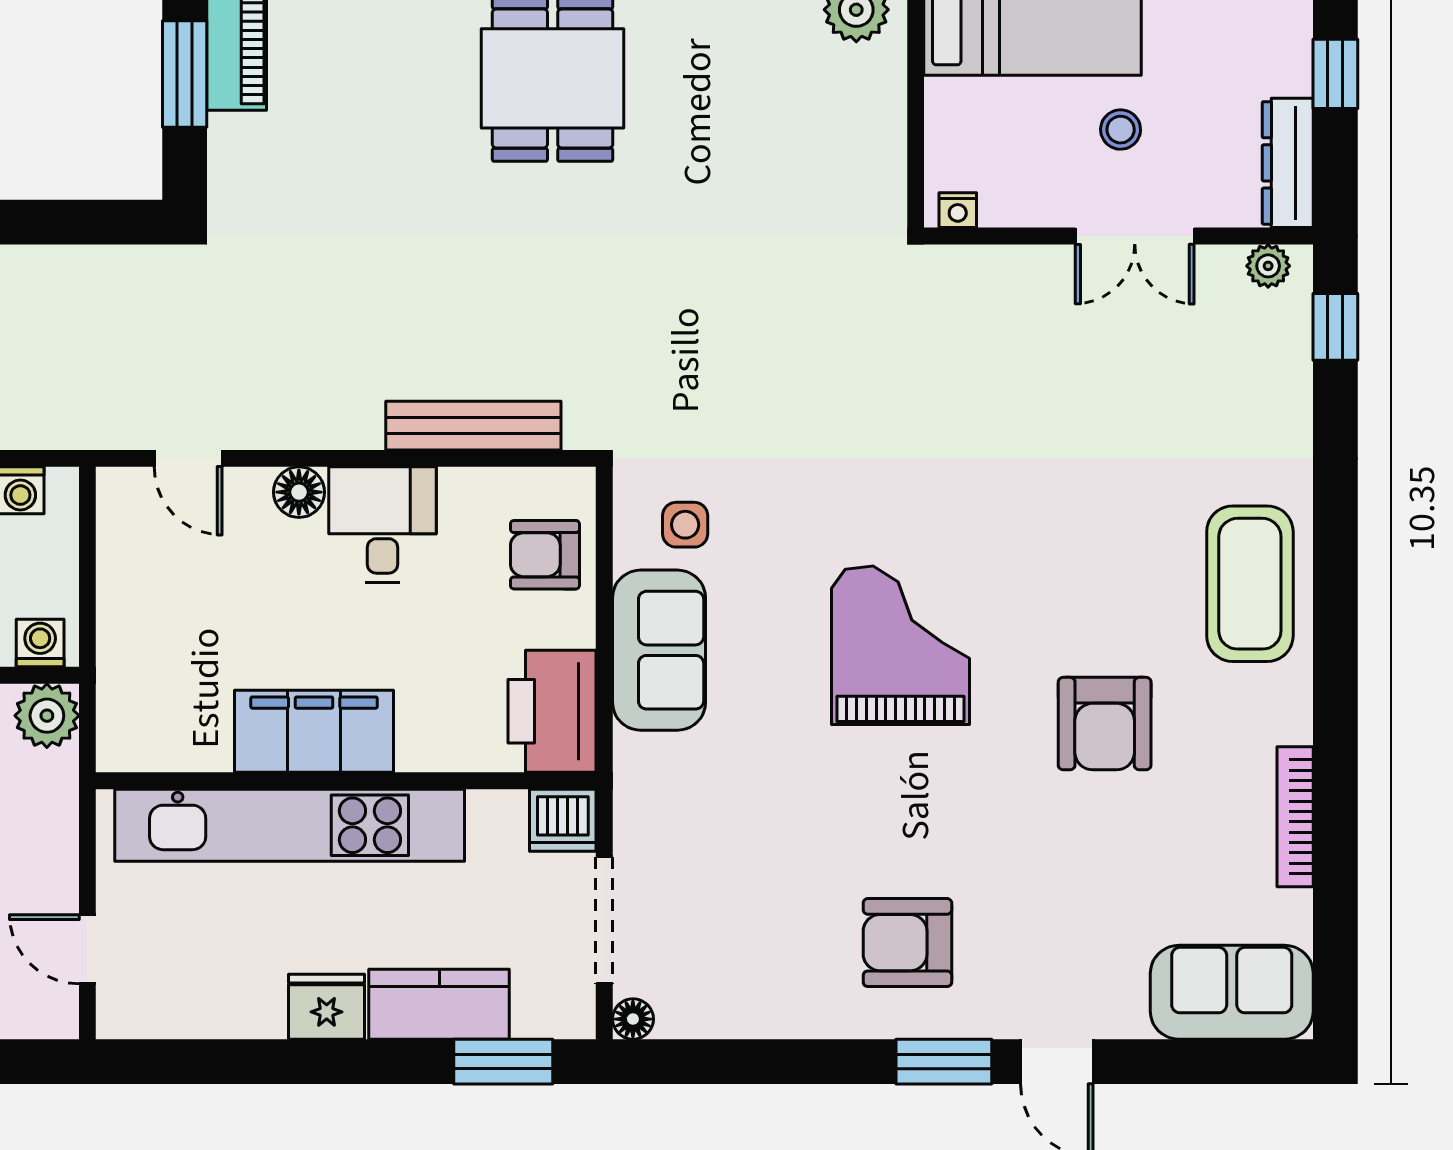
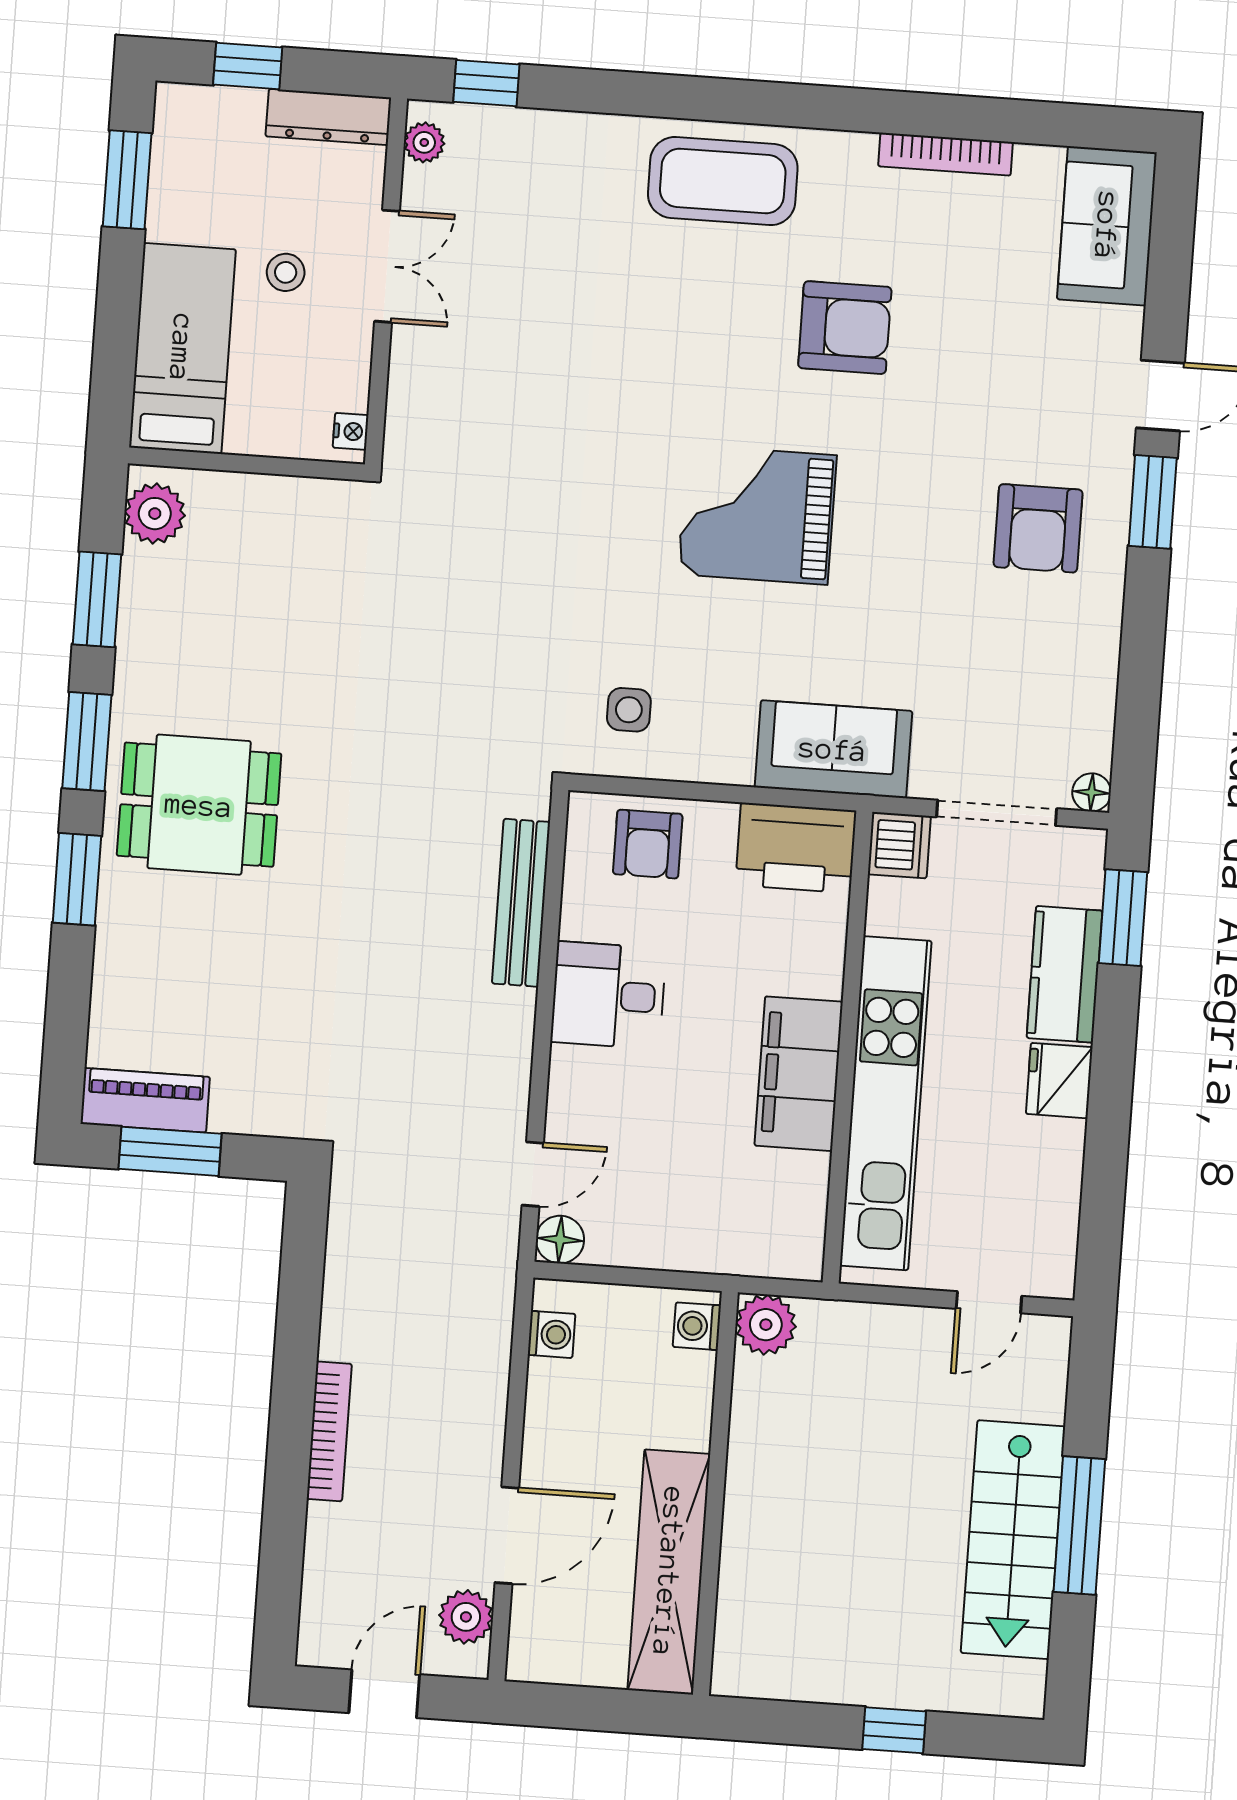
floor lamp: (299, 492) -> (560, 1240), moved
sofa: (659, 650) -> (833, 749), moved

